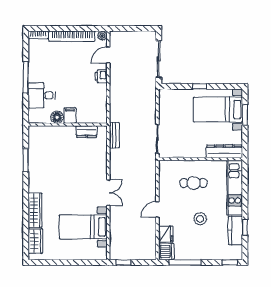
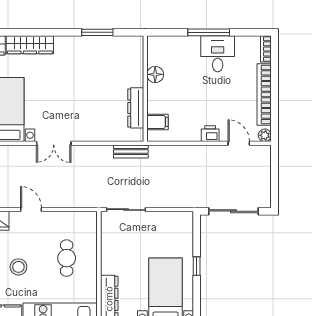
desk: (42, 95) -> (218, 54), moved
filing cabinet: (70, 115) -> (158, 122), moved
dresser: (87, 132) -> (136, 108), width x1.44

